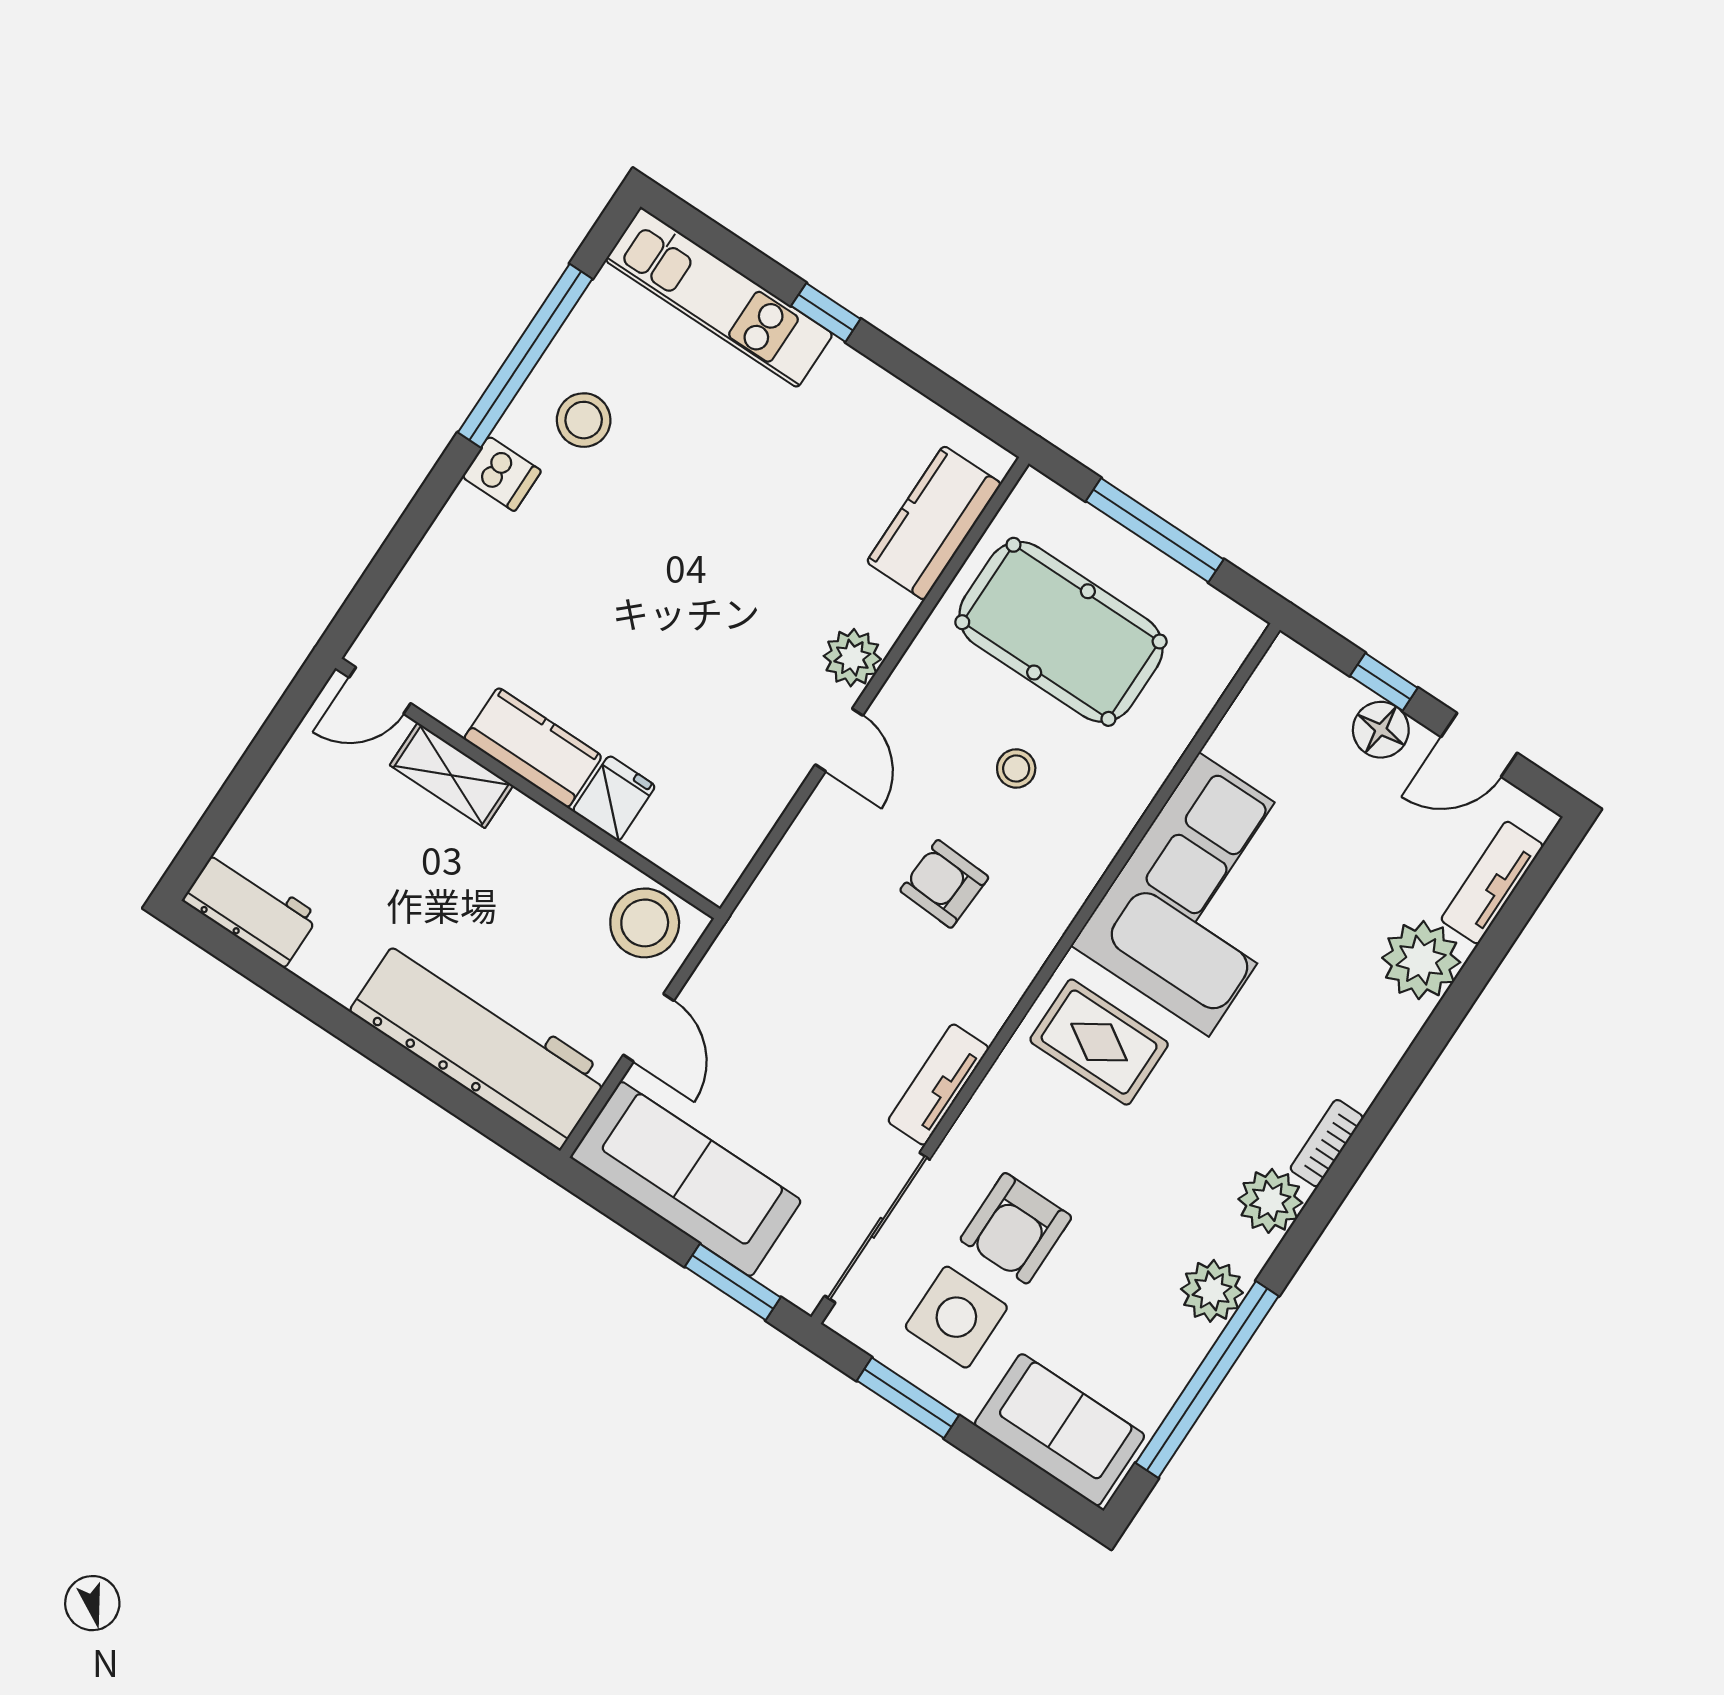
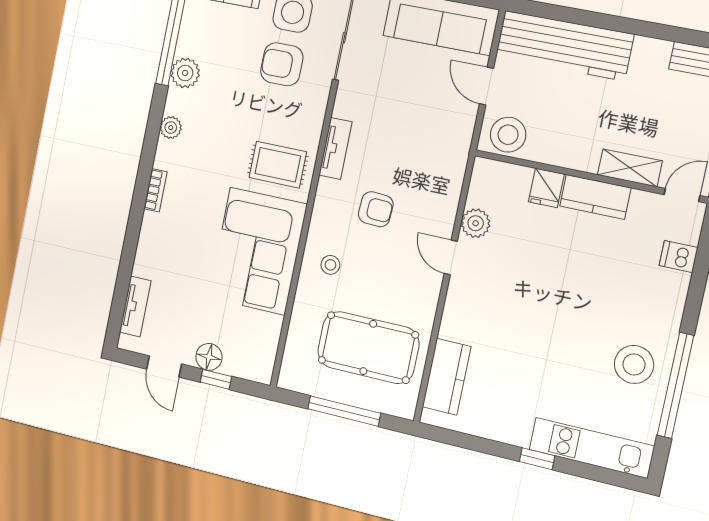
stool: (584, 420) -> (634, 364), width x1.38, depth x1.38
dishwasher: (502, 474) -> (679, 257), moved
plant: (852, 658) -> (476, 223), moved
door: (1479, 745) -> (164, 366), swing flipped
stool: (1016, 768) -> (330, 265), moved
plant: (1421, 960) -> (152, 259), removed
tv unit: (938, 1085) -> (335, 148), moved
bookcase: (1327, 1143) -> (155, 190), moved
plant: (1270, 1201) -> (171, 128), width x0.73, depth x0.73
armchair: (1016, 1228) -> (282, 64), turned -90

